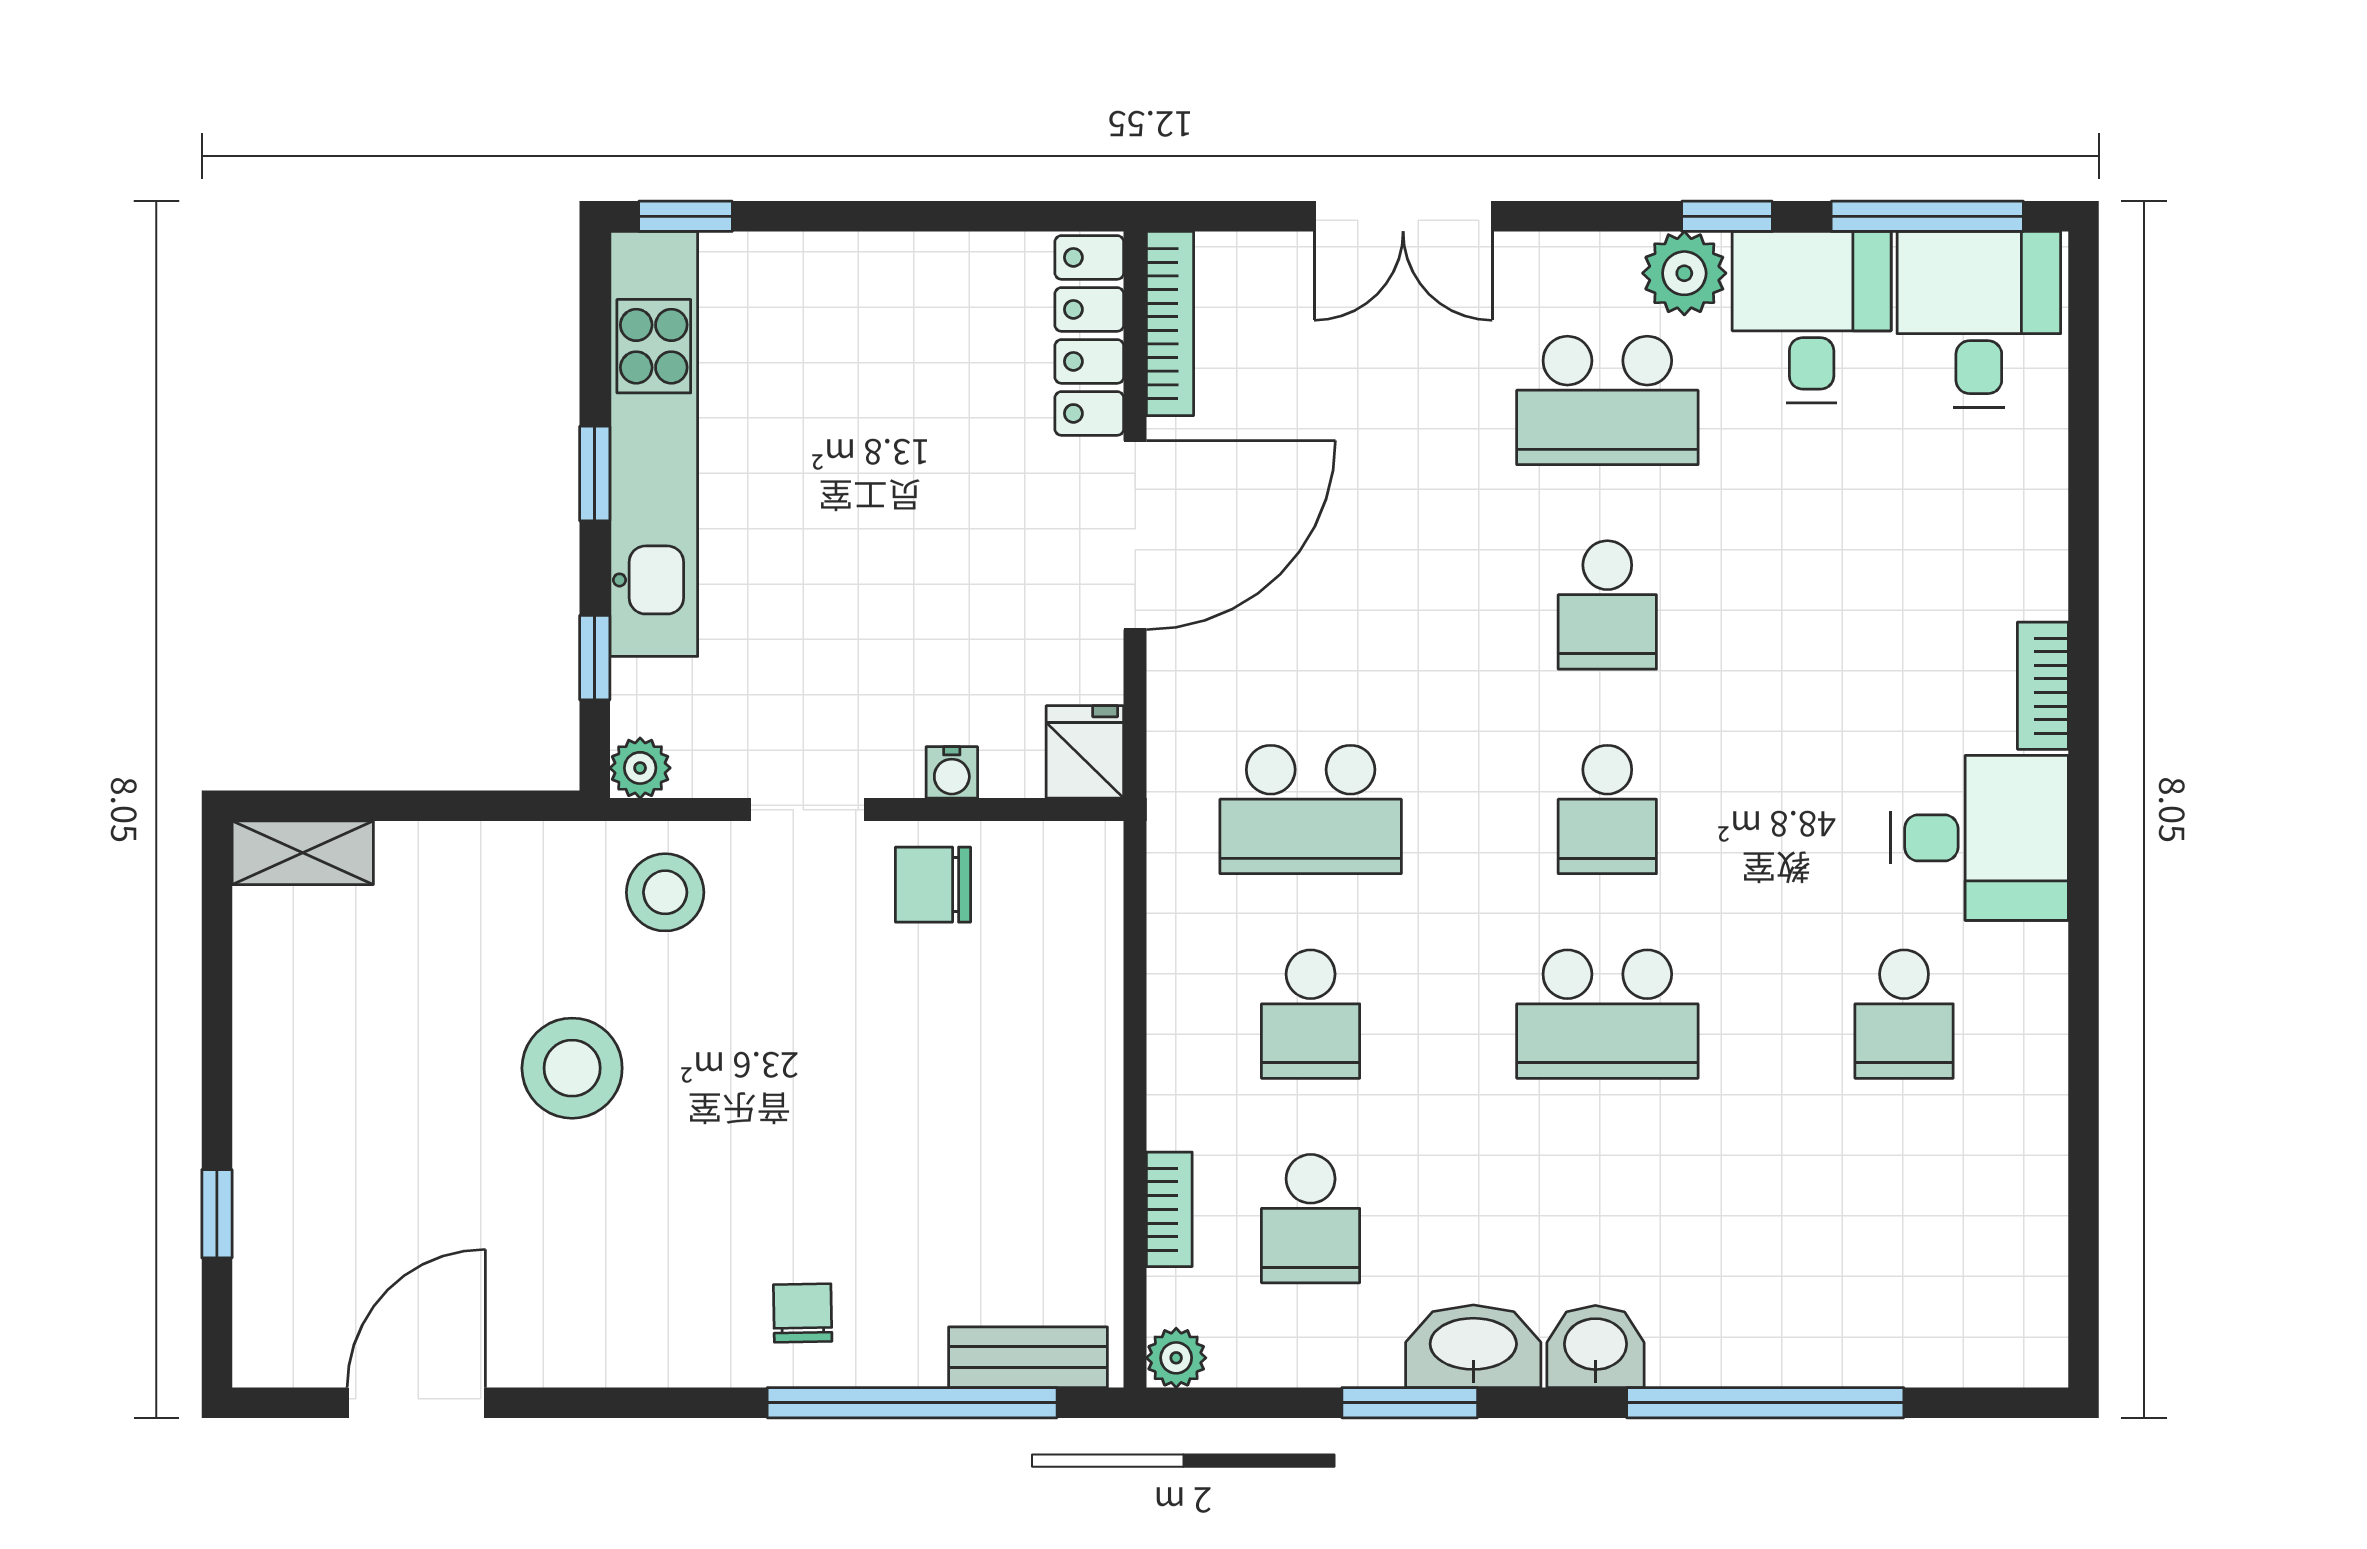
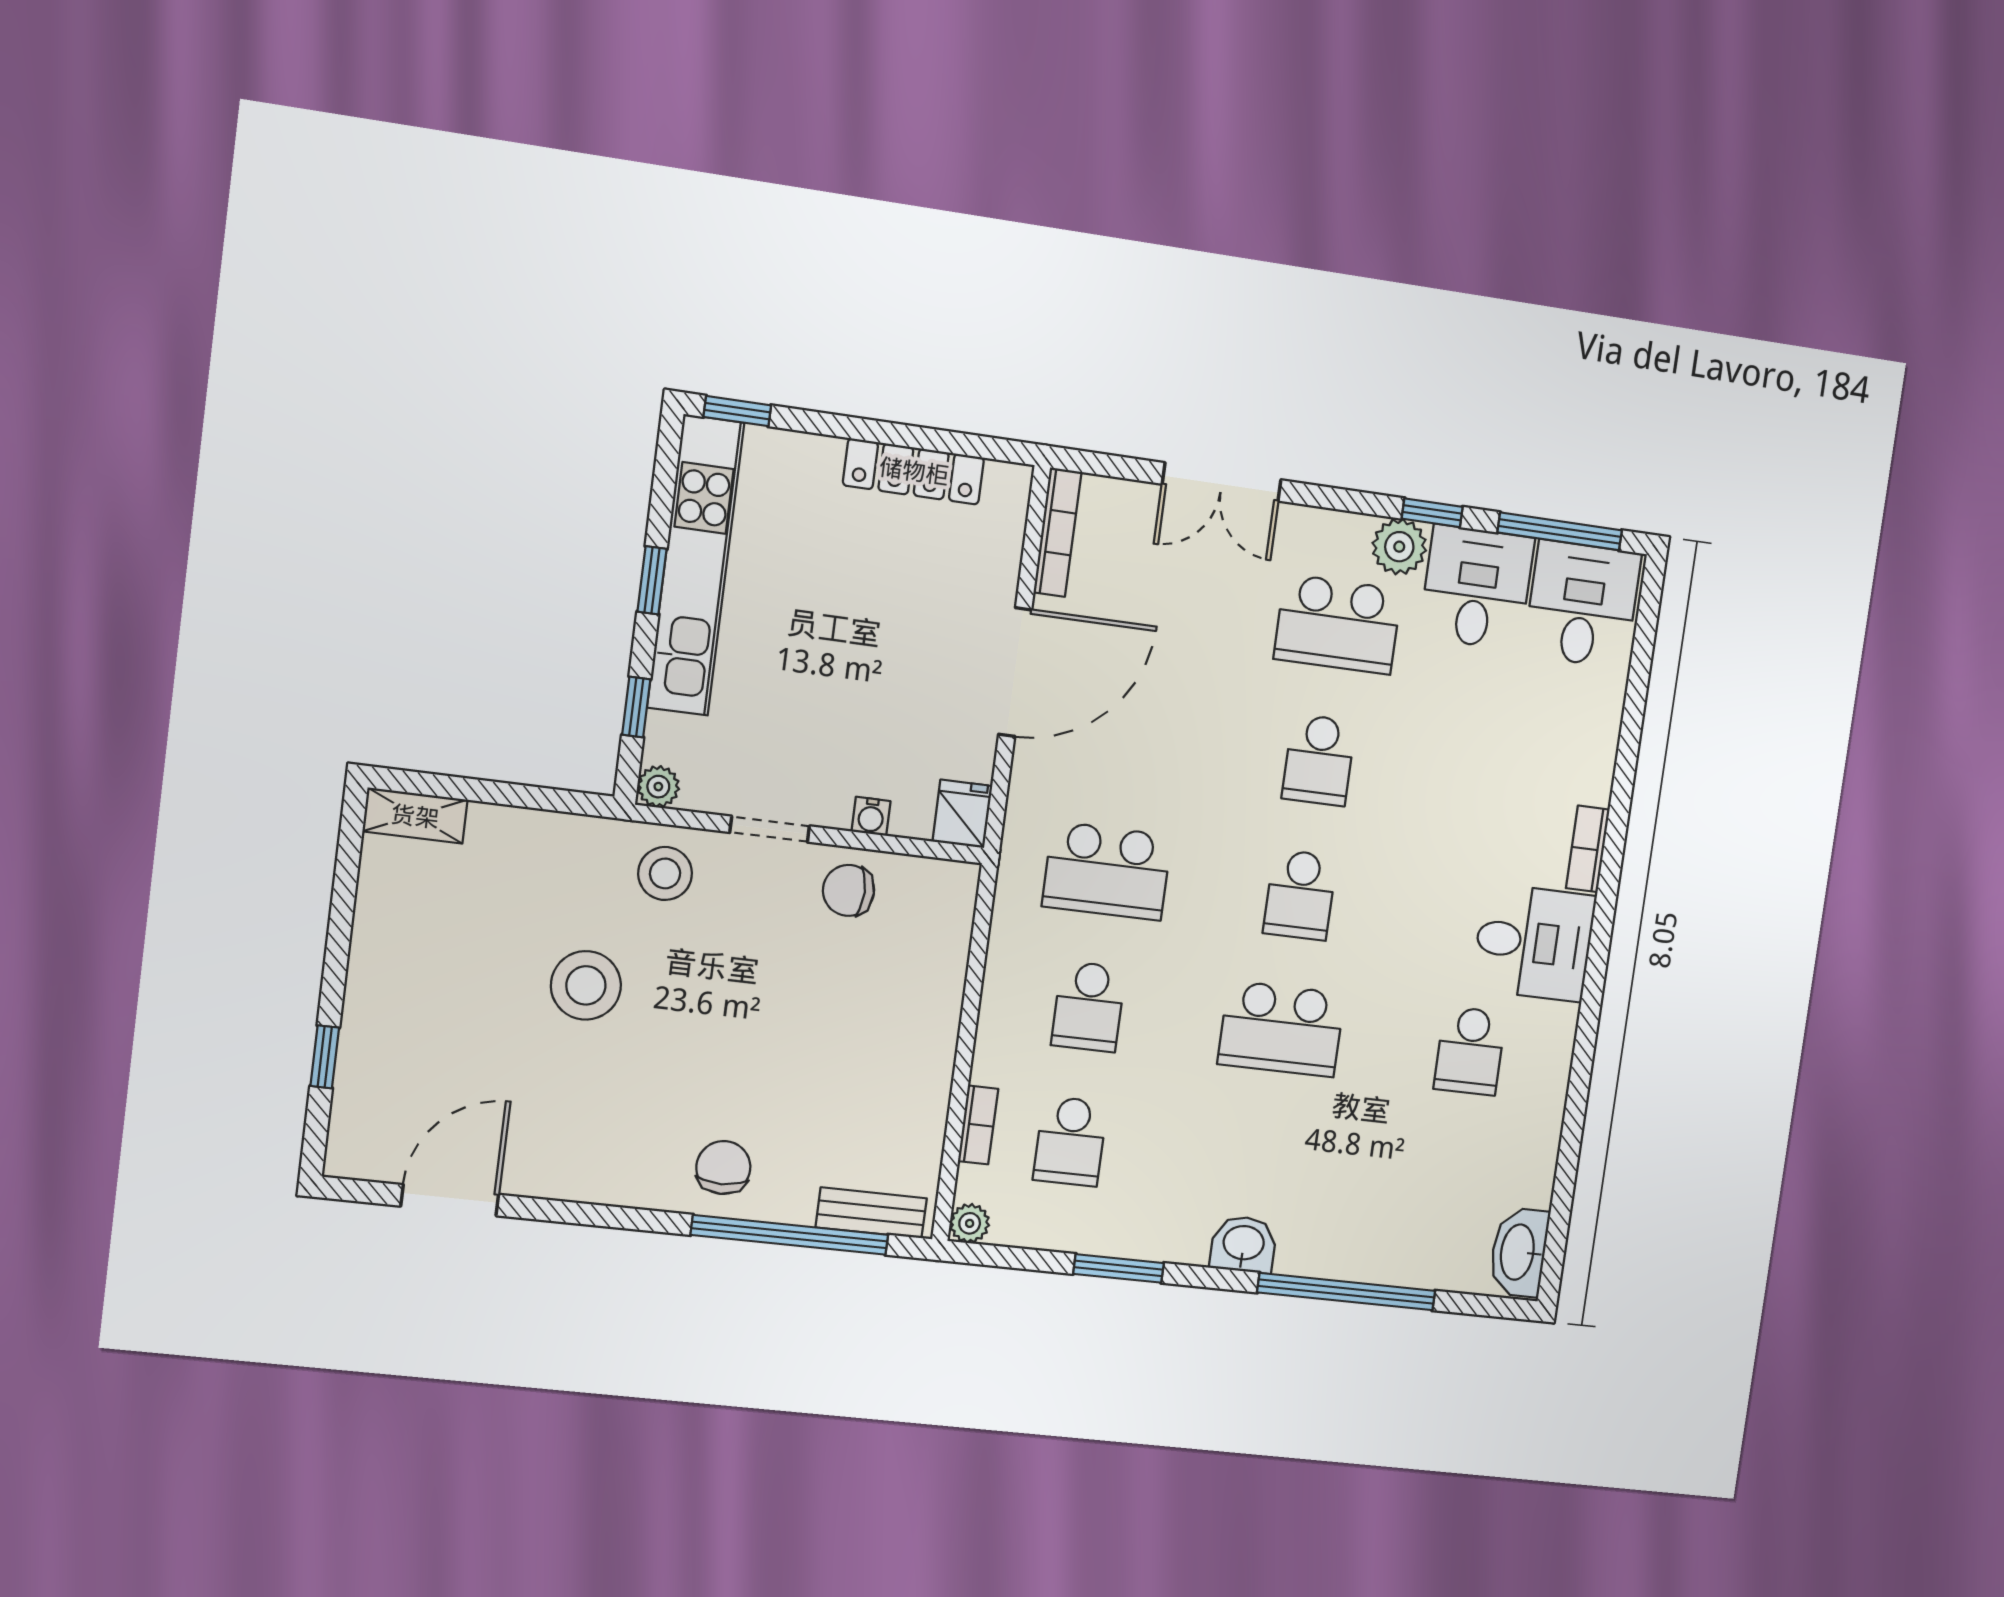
locker: (1089, 335) -> (914, 471), moved, turned -90
chair: (803, 1313) -> (723, 1168), width x1.37, depth x1.37
washbasin: (1473, 1346) -> (1519, 1252), moved, turned -90

